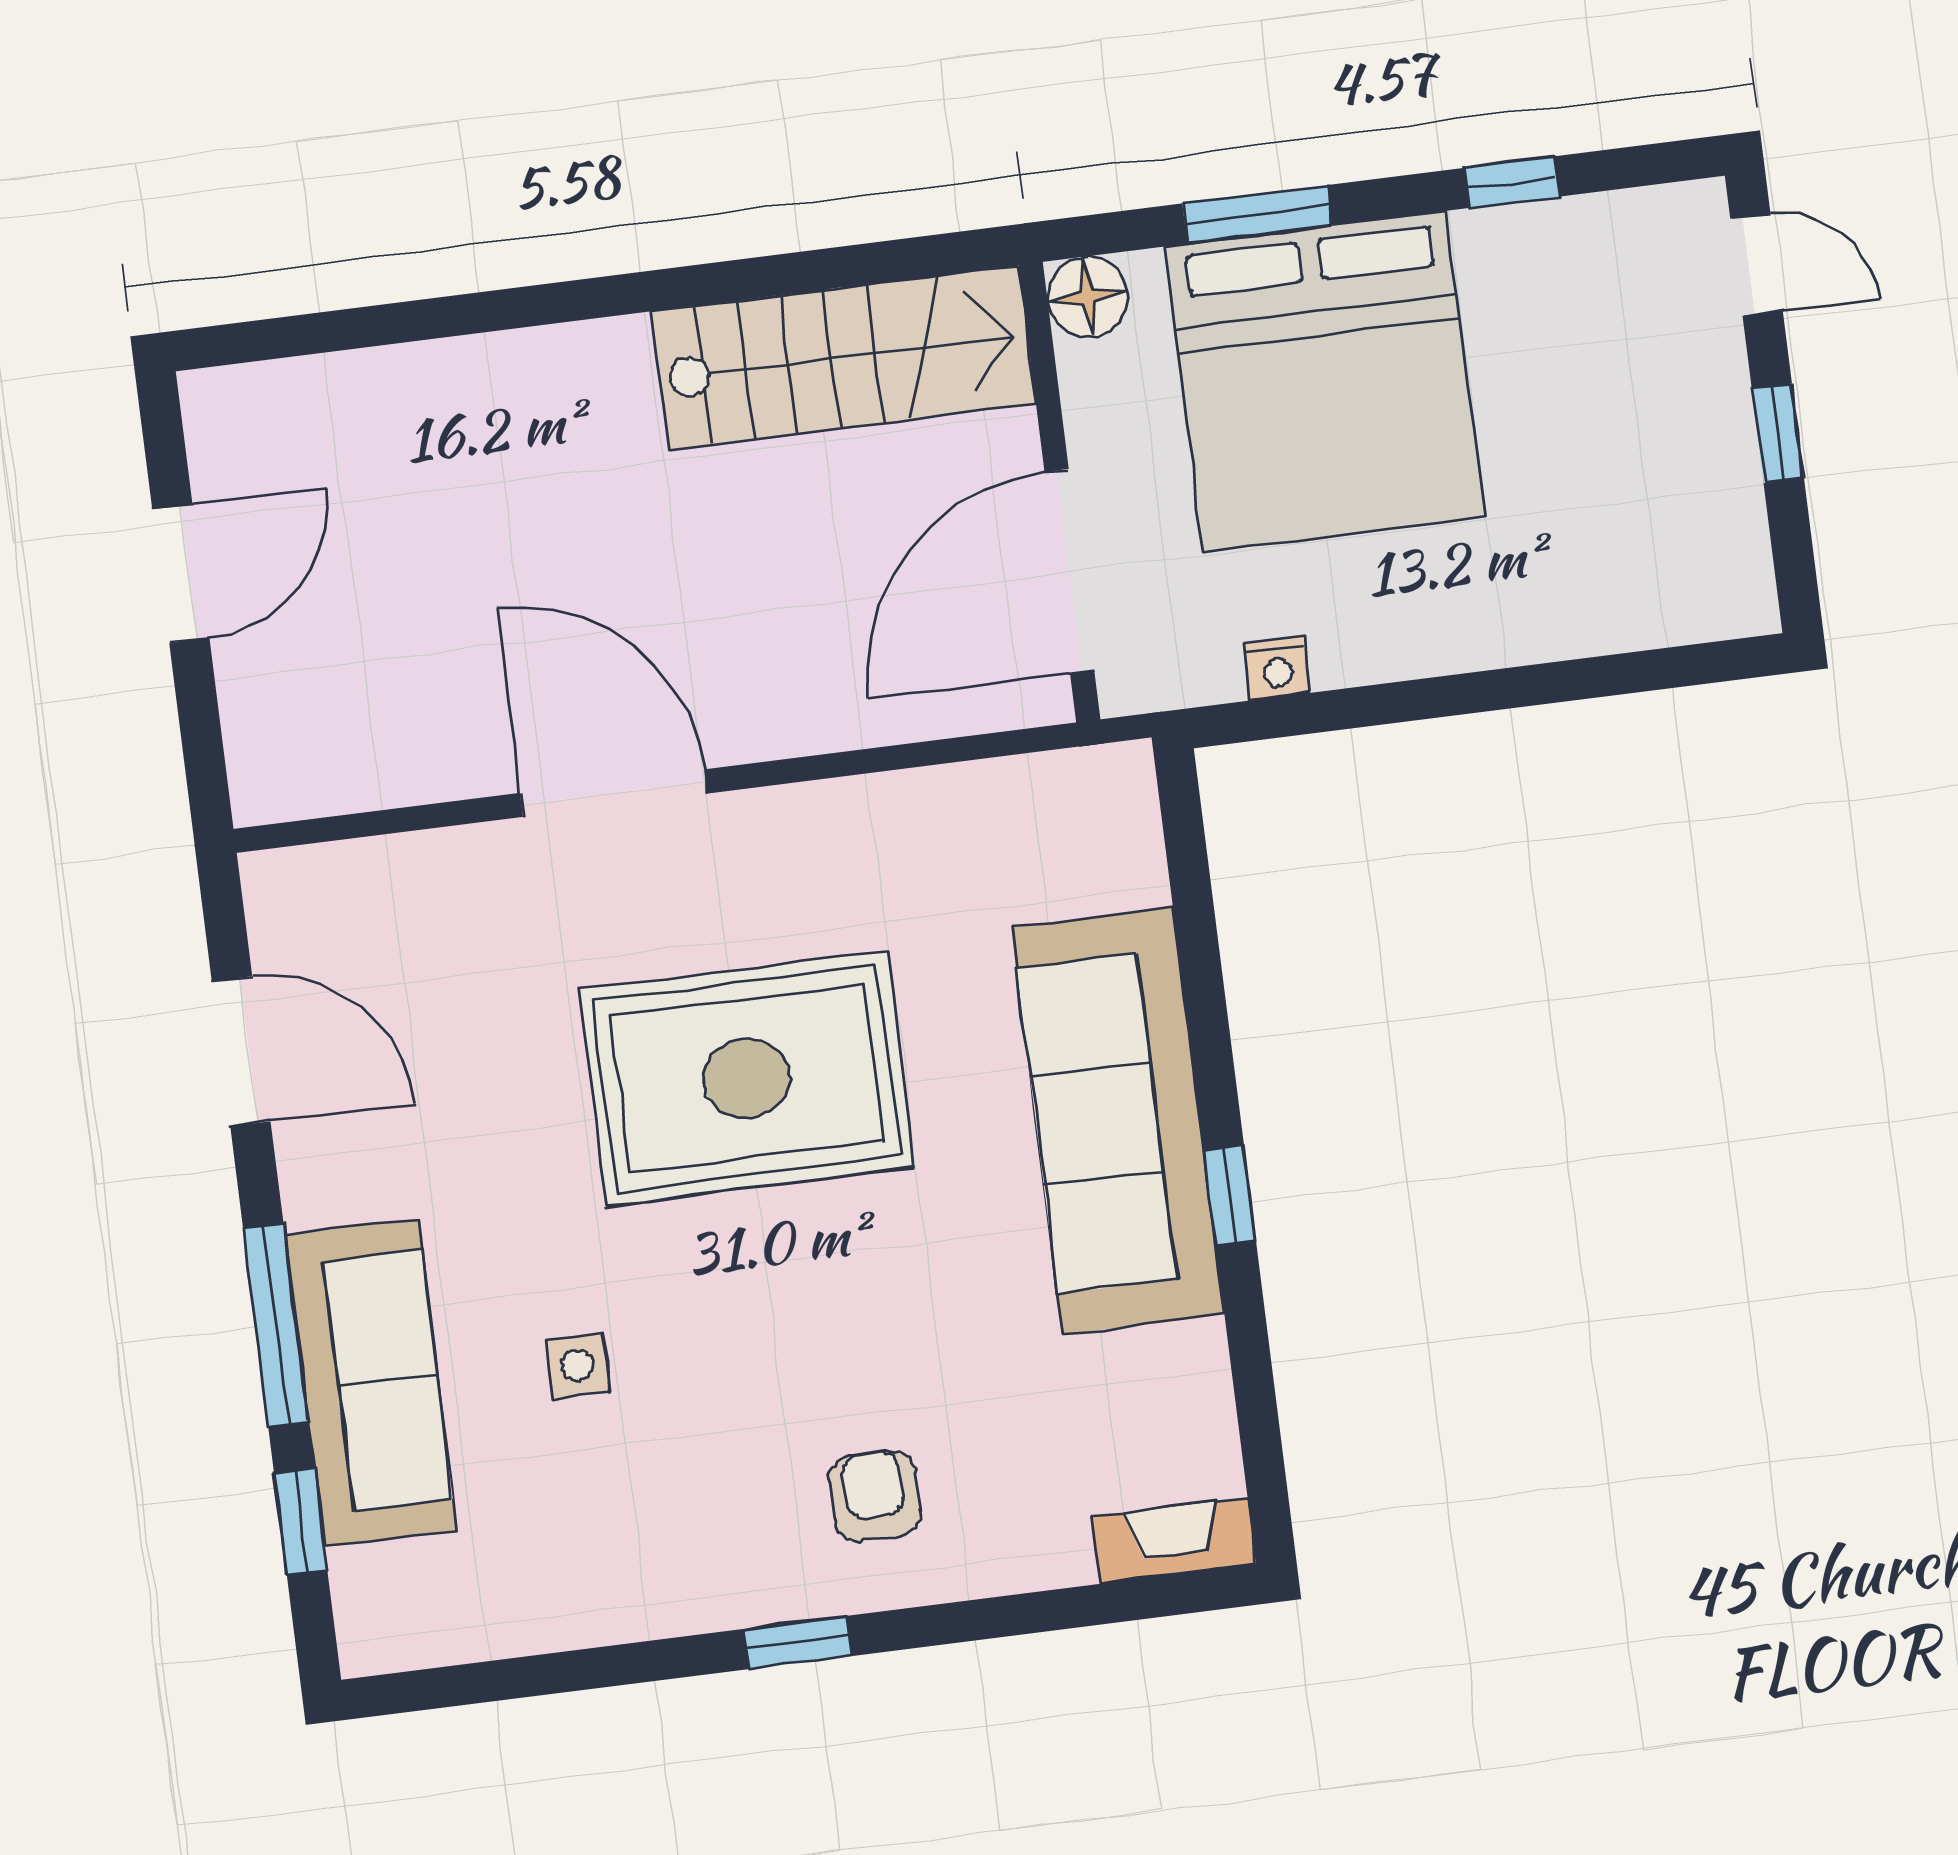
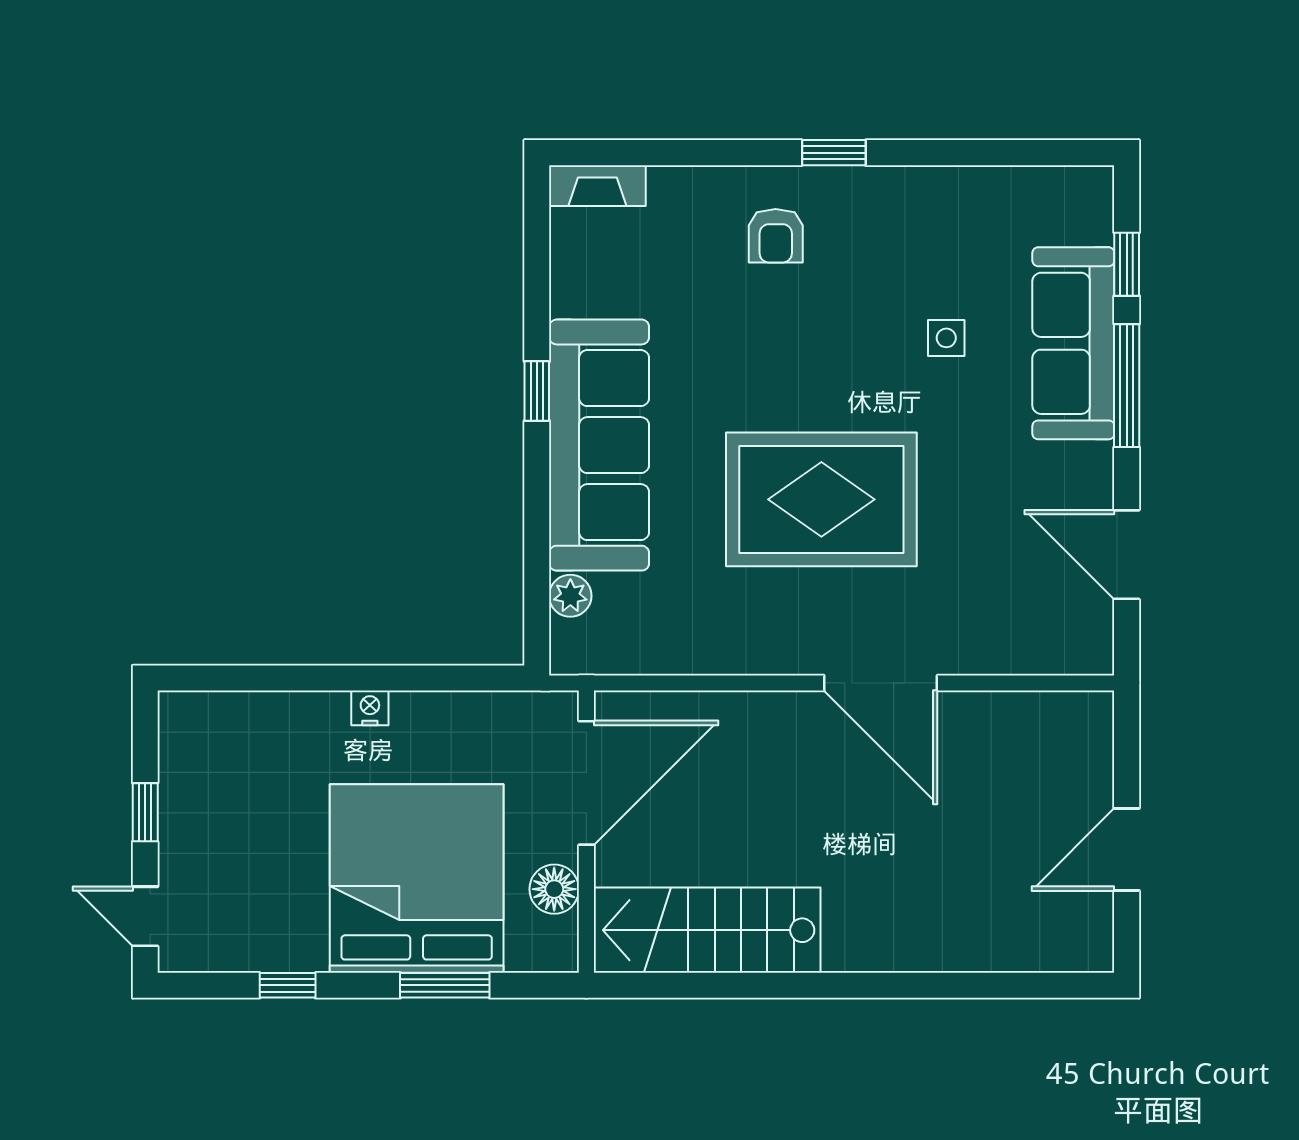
floor lamp: (1088, 297) -> (554, 889), moved
nightstand: (1277, 668) -> (370, 708), moved
plant: (1134, 871) -> (570, 596), added

